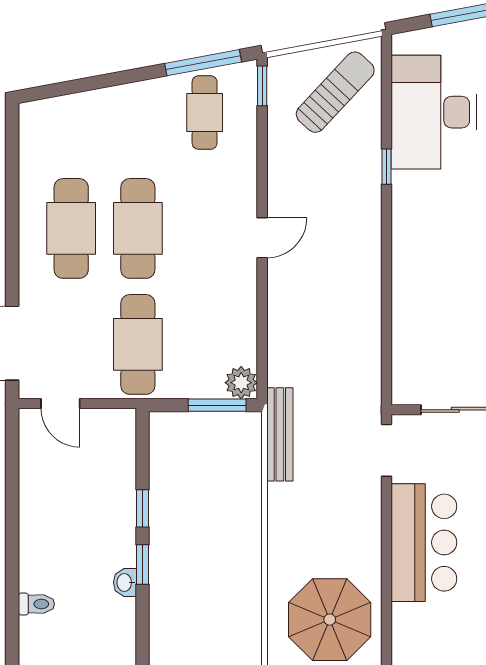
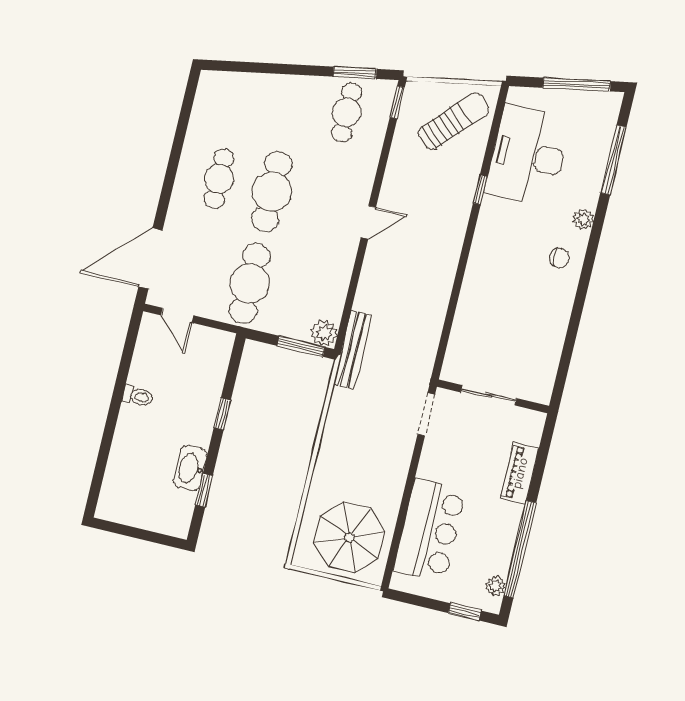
window: (203, 63) -> (355, 73), width x0.69
cafe table: (71, 228) -> (219, 179), width x0.73, depth x0.74
bench: (280, 434) -> (353, 350), moved
bar counter: (424, 543) -> (430, 530), moved
window: (143, 565) -> (204, 490), moved
washbasin: (125, 582) -> (190, 468), width x1.91, depth x1.45
toilet: (36, 604) -> (138, 396), moved

